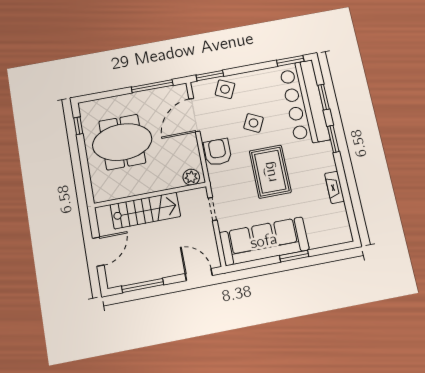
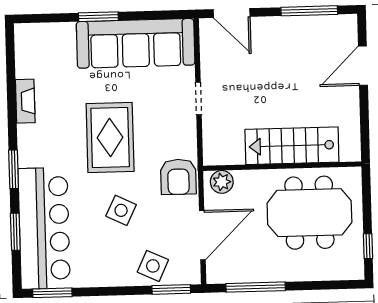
plant: (191, 177) -> (222, 182), moved
wall: (150, 195) -> (282, 166), moved
stairs: (145, 211) -> (292, 146), moved

